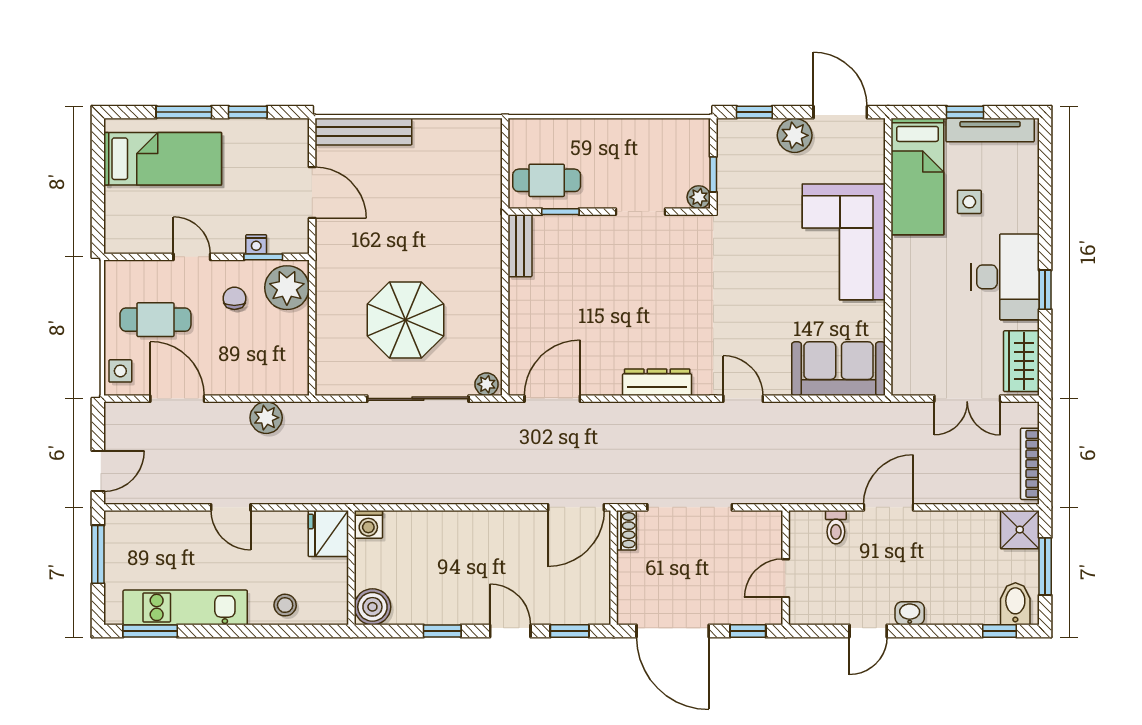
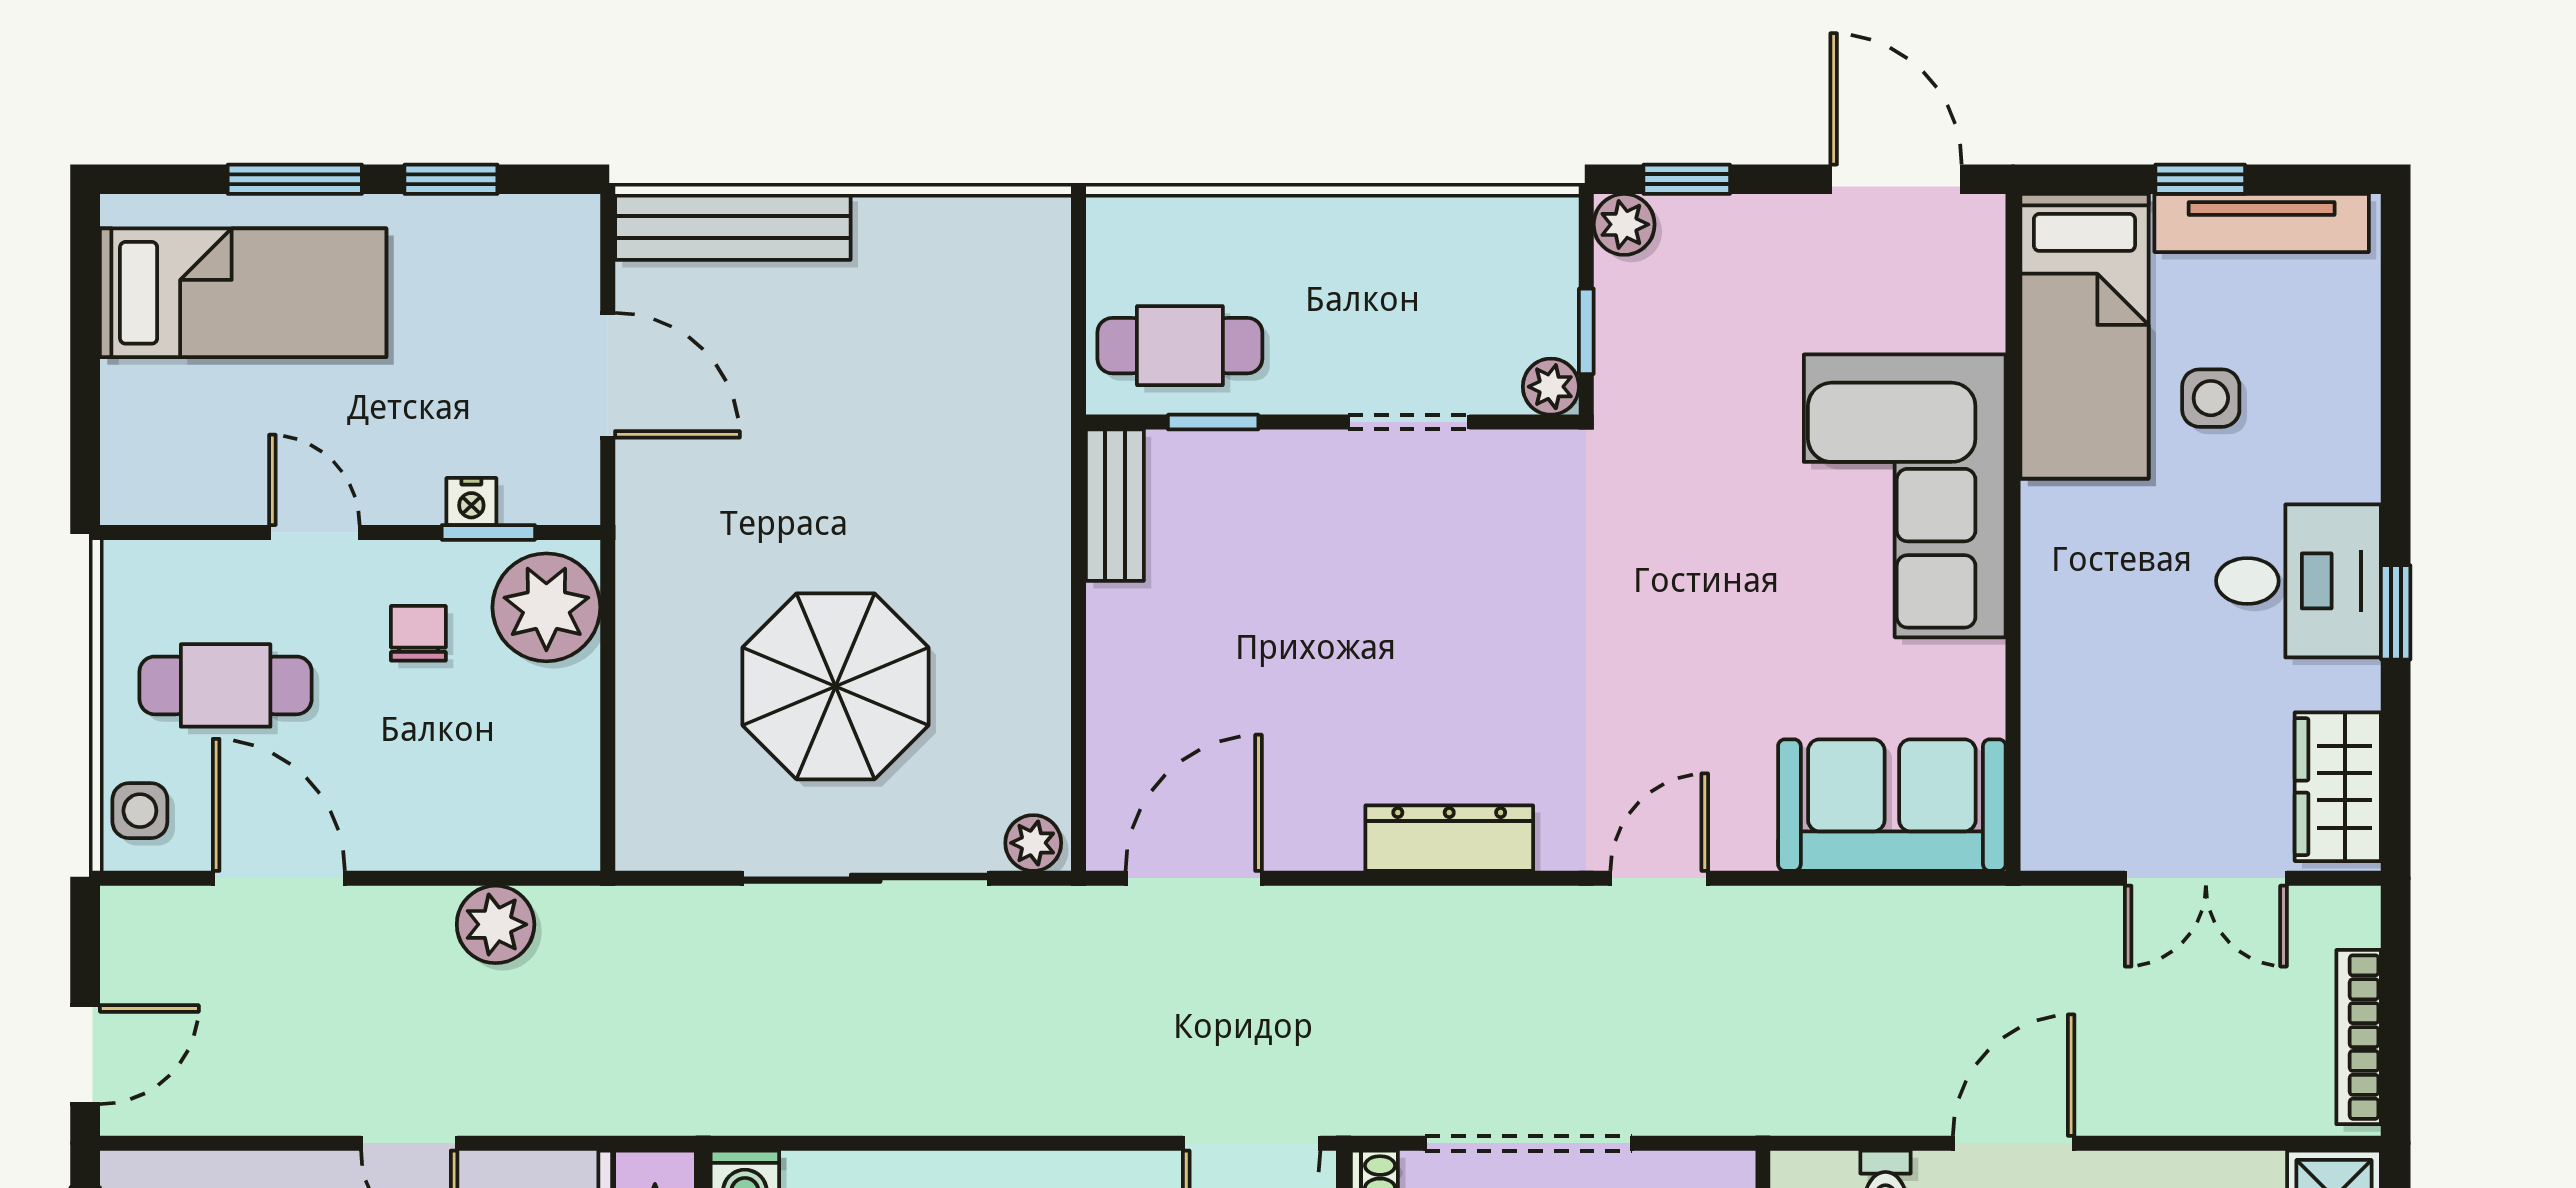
plant: (795, 135) -> (1624, 224), moved, width x0.73, depth x0.73
desk: (1005, 277) -> (2299, 581), width x0.73
door: (743, 399) -> (1659, 878), hinge flipped

